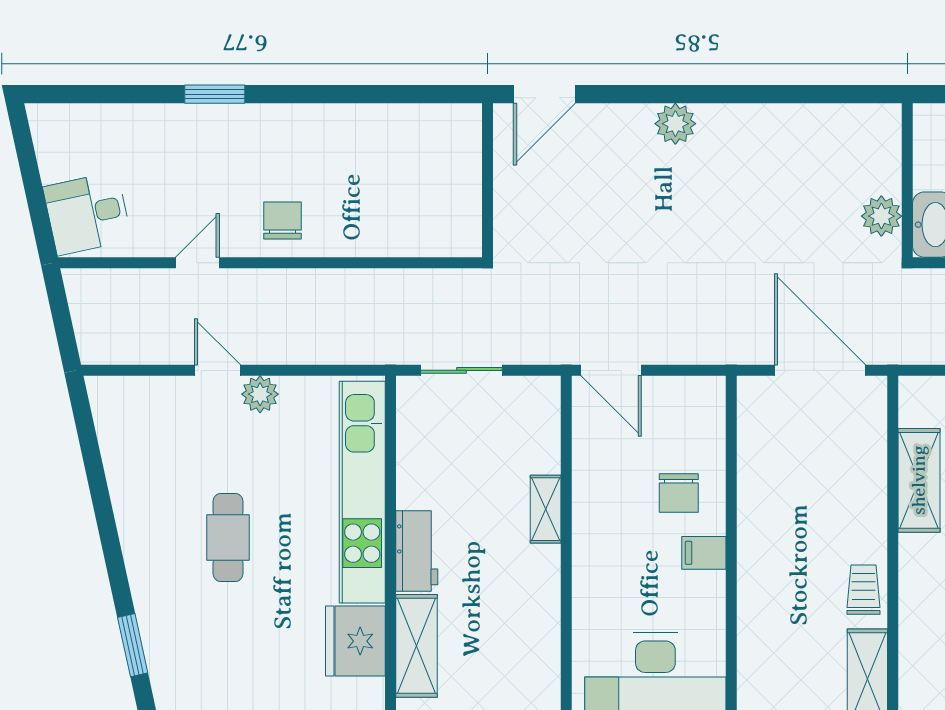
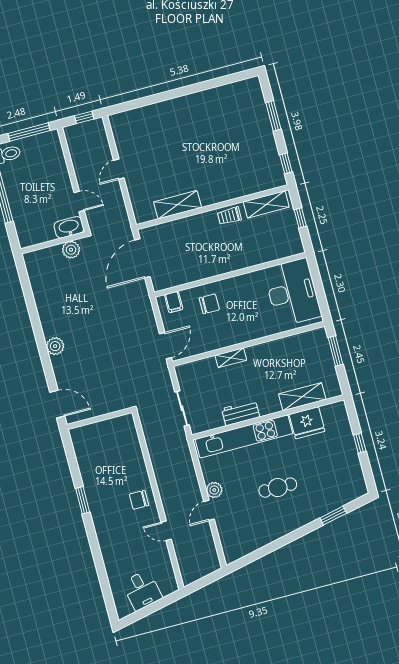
window: (215, 94) -> (83, 500), moved
desk: (87, 213) -> (142, 590), moved
workbench: (417, 551) -> (241, 413), moved
filing cabinet: (704, 553) -> (174, 302), moved

